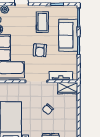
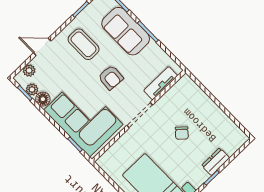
wardrobe: (68, 88) -> (181, 89), removed

